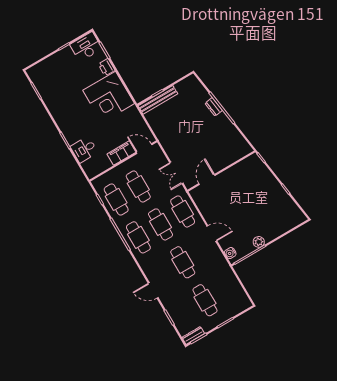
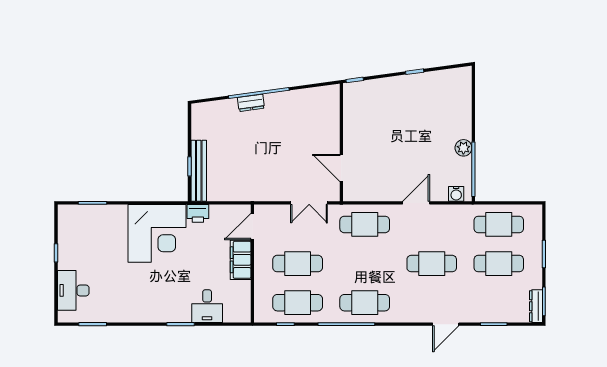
desk: (86, 47) -> (73, 290), moved
printer: (106, 67) -> (198, 213), moved
cafe table: (161, 224) -> (499, 224), moved

